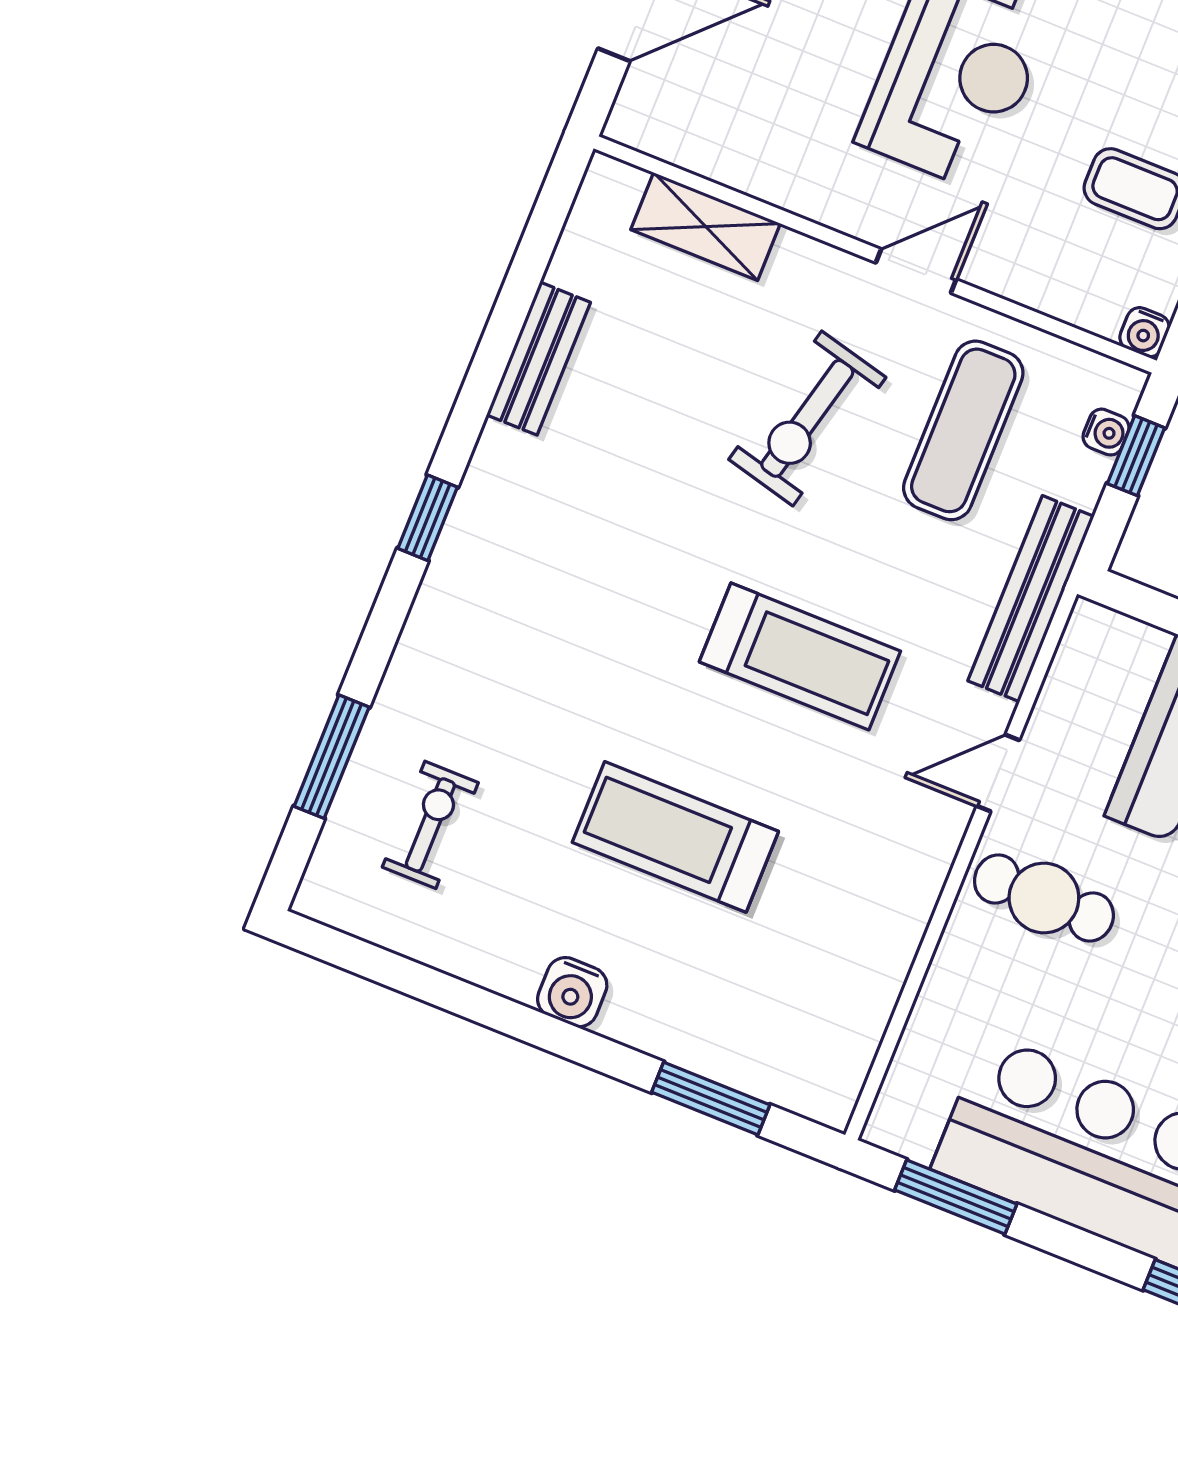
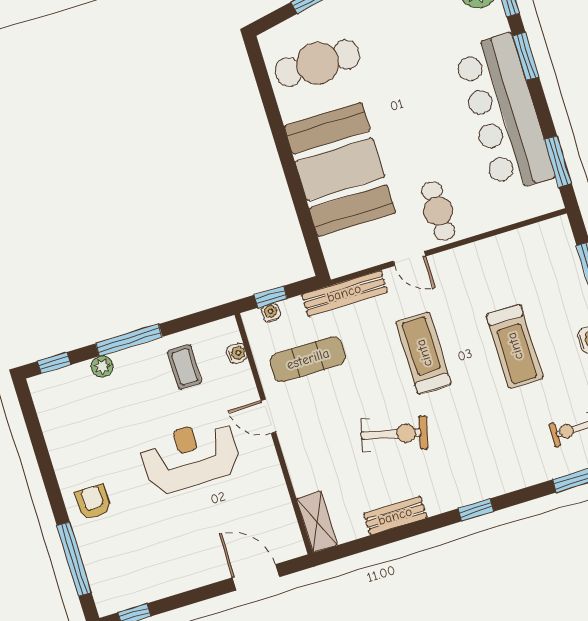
shelving: (706, 227) -> (317, 522), moved
water cooler: (1145, 332) -> (237, 353), moved
exercise bike: (807, 418) -> (394, 434), moved

